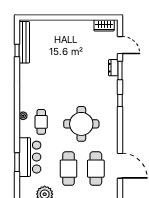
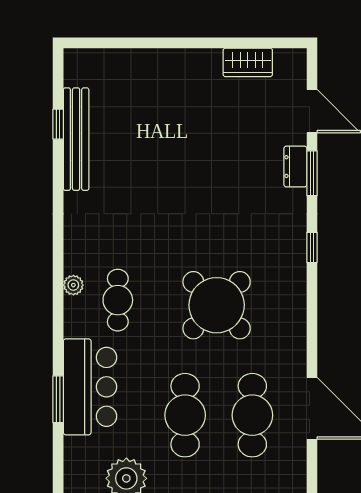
wardrobe: (104, 25) -> (248, 62), moved
bench: (24, 42) -> (76, 139), moved
round table: (81, 124) -> (217, 305), turned 45

